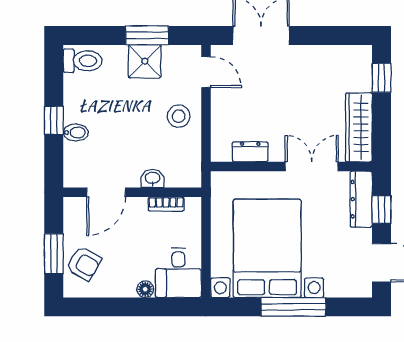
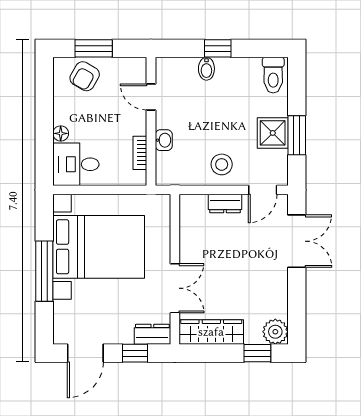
plant: (358, 58) -> (275, 332), added
dresser: (250, 152) -> (225, 204), moved, turned 90
door: (106, 192) -> (151, 97), width x0.73
dresser: (361, 199) -> (152, 334), width x0.70

